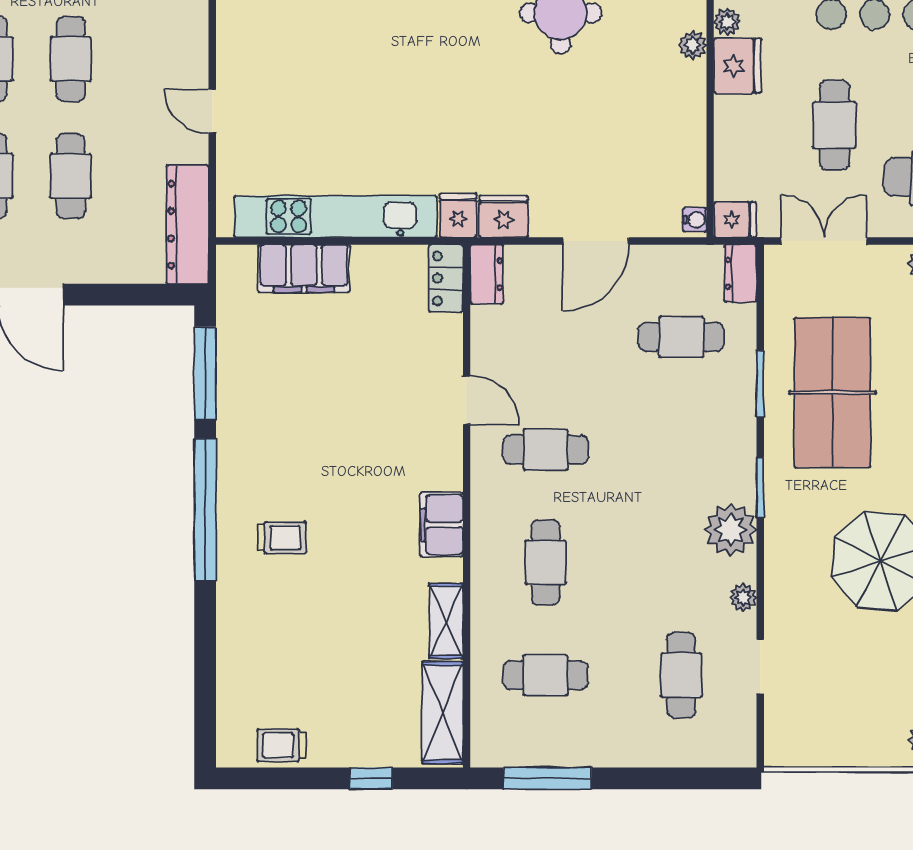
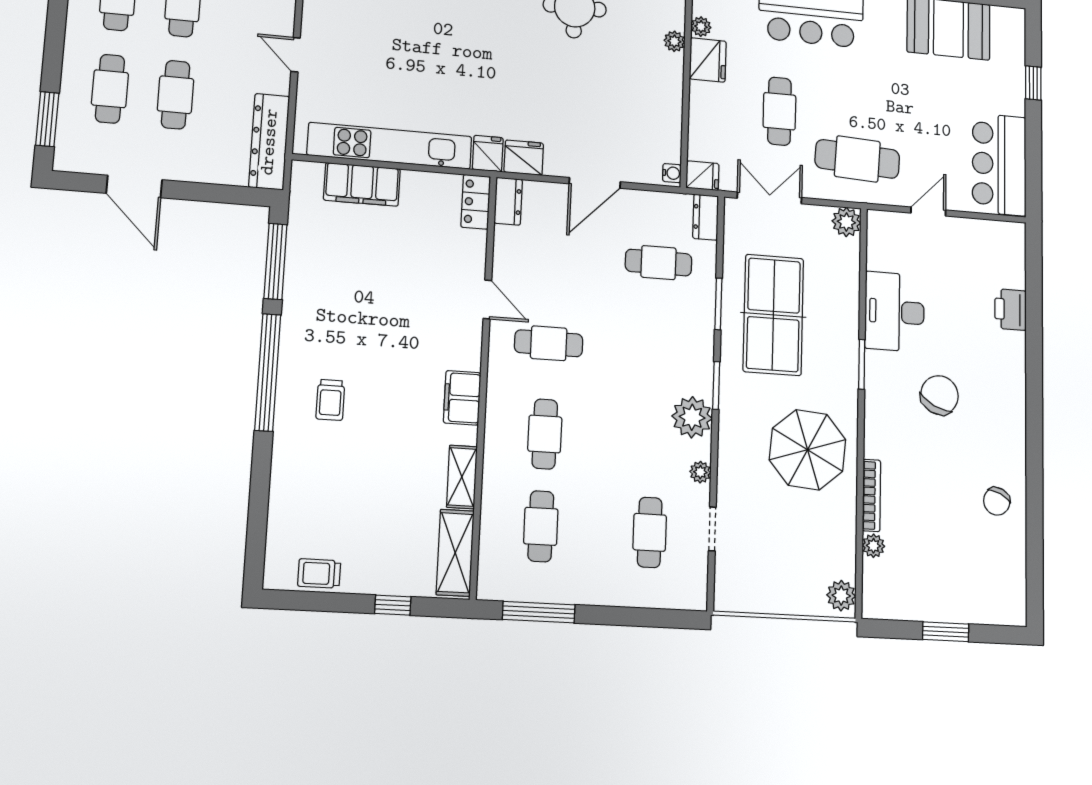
trolley: (282, 538) -> (330, 400), turned 90
cafe table: (546, 675) -> (541, 526), turned 90

